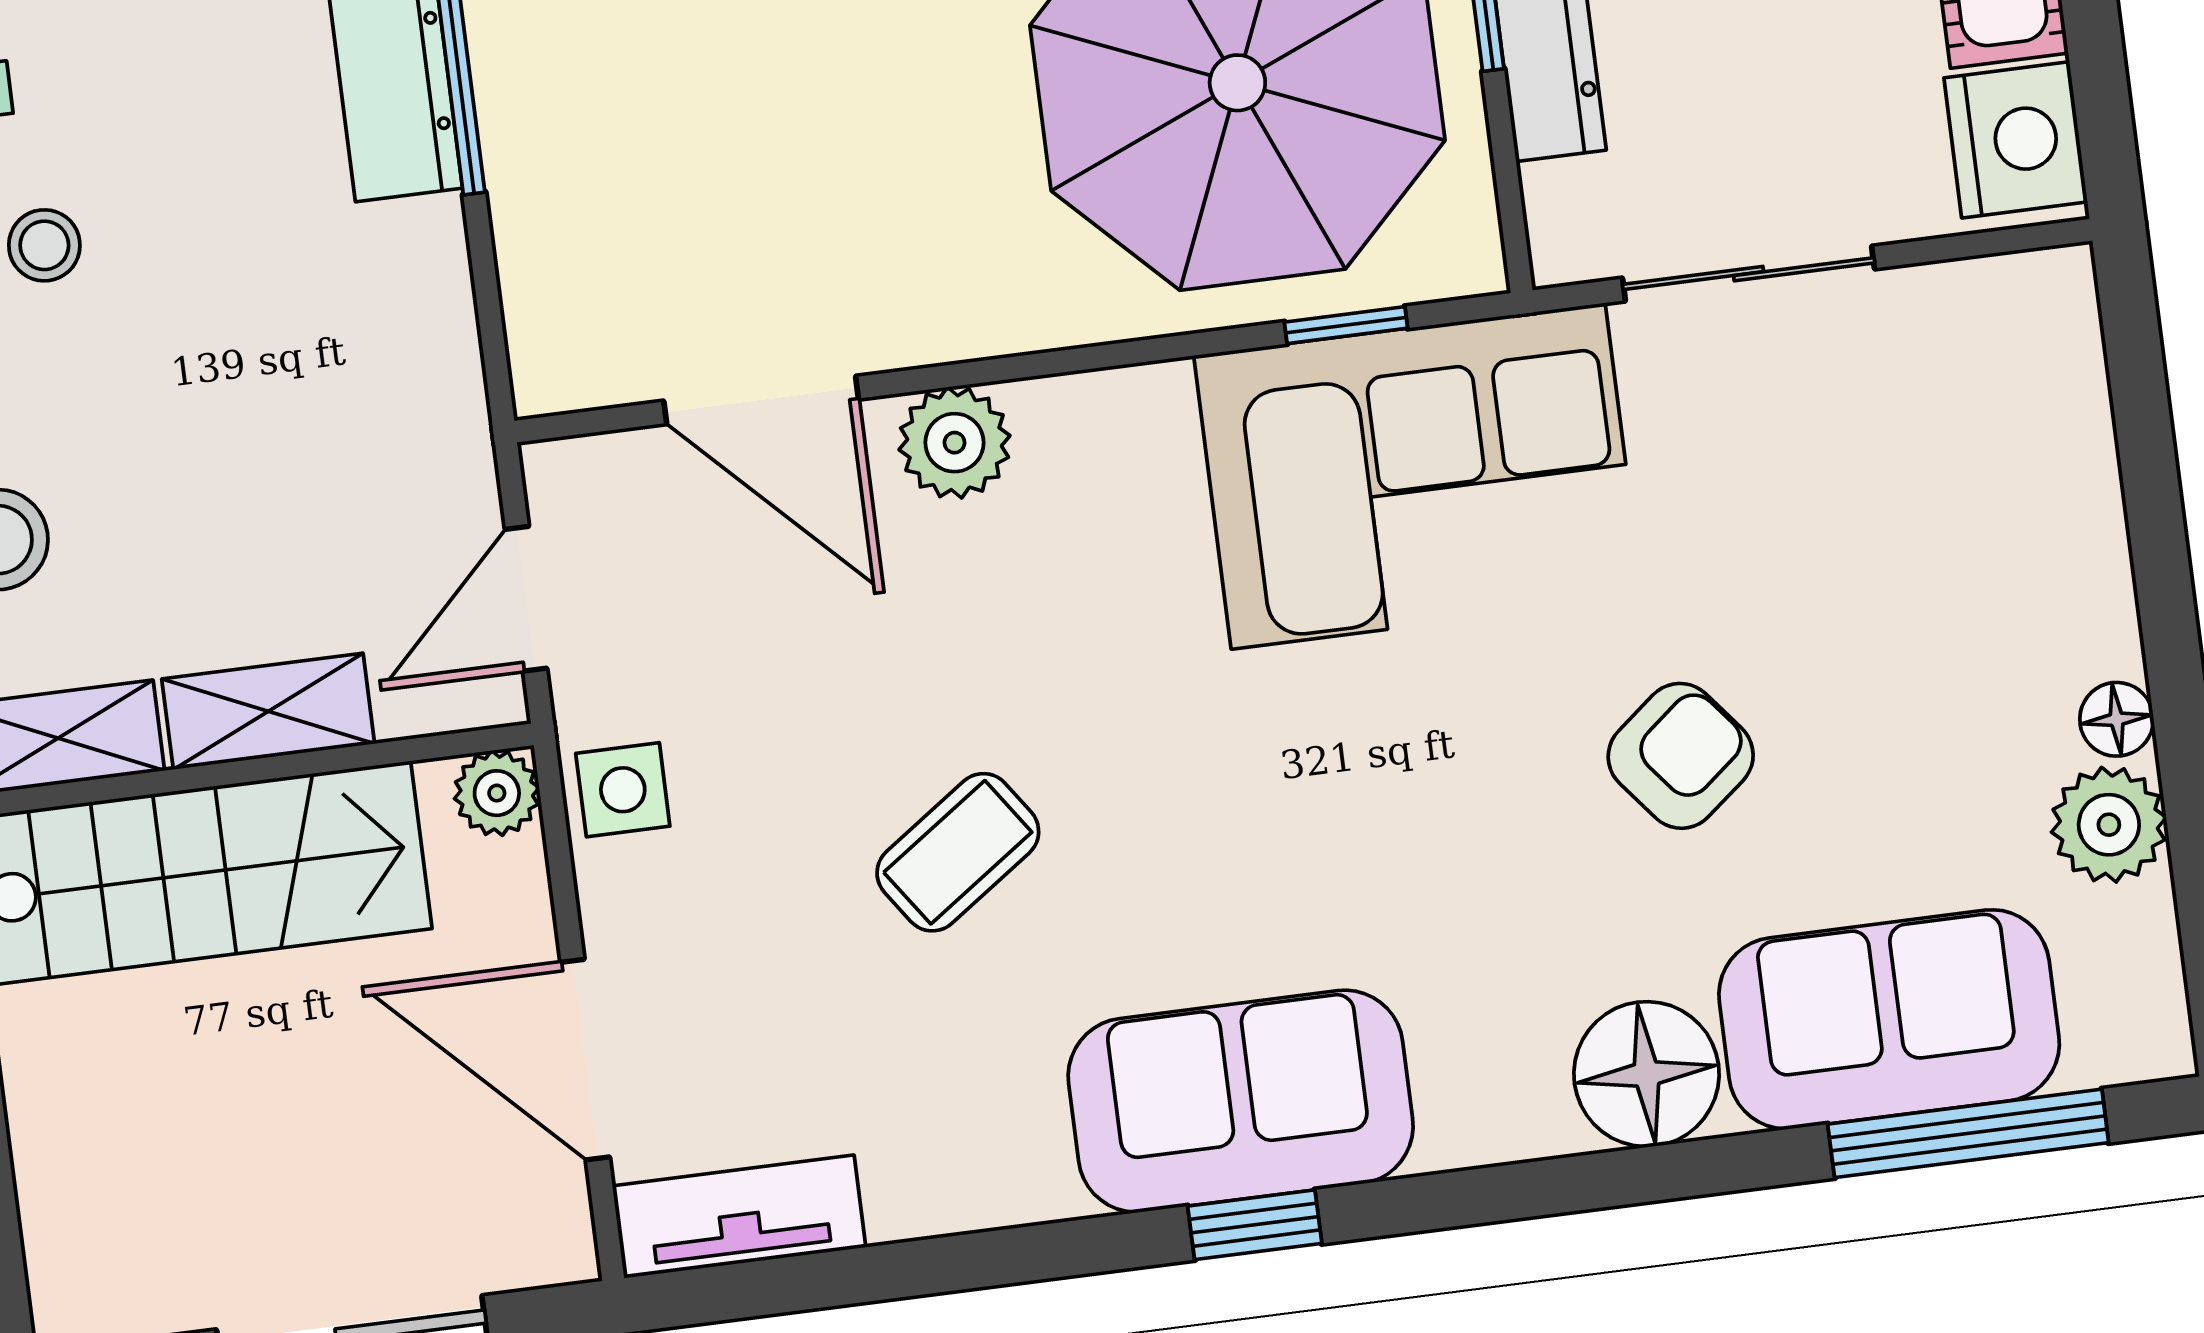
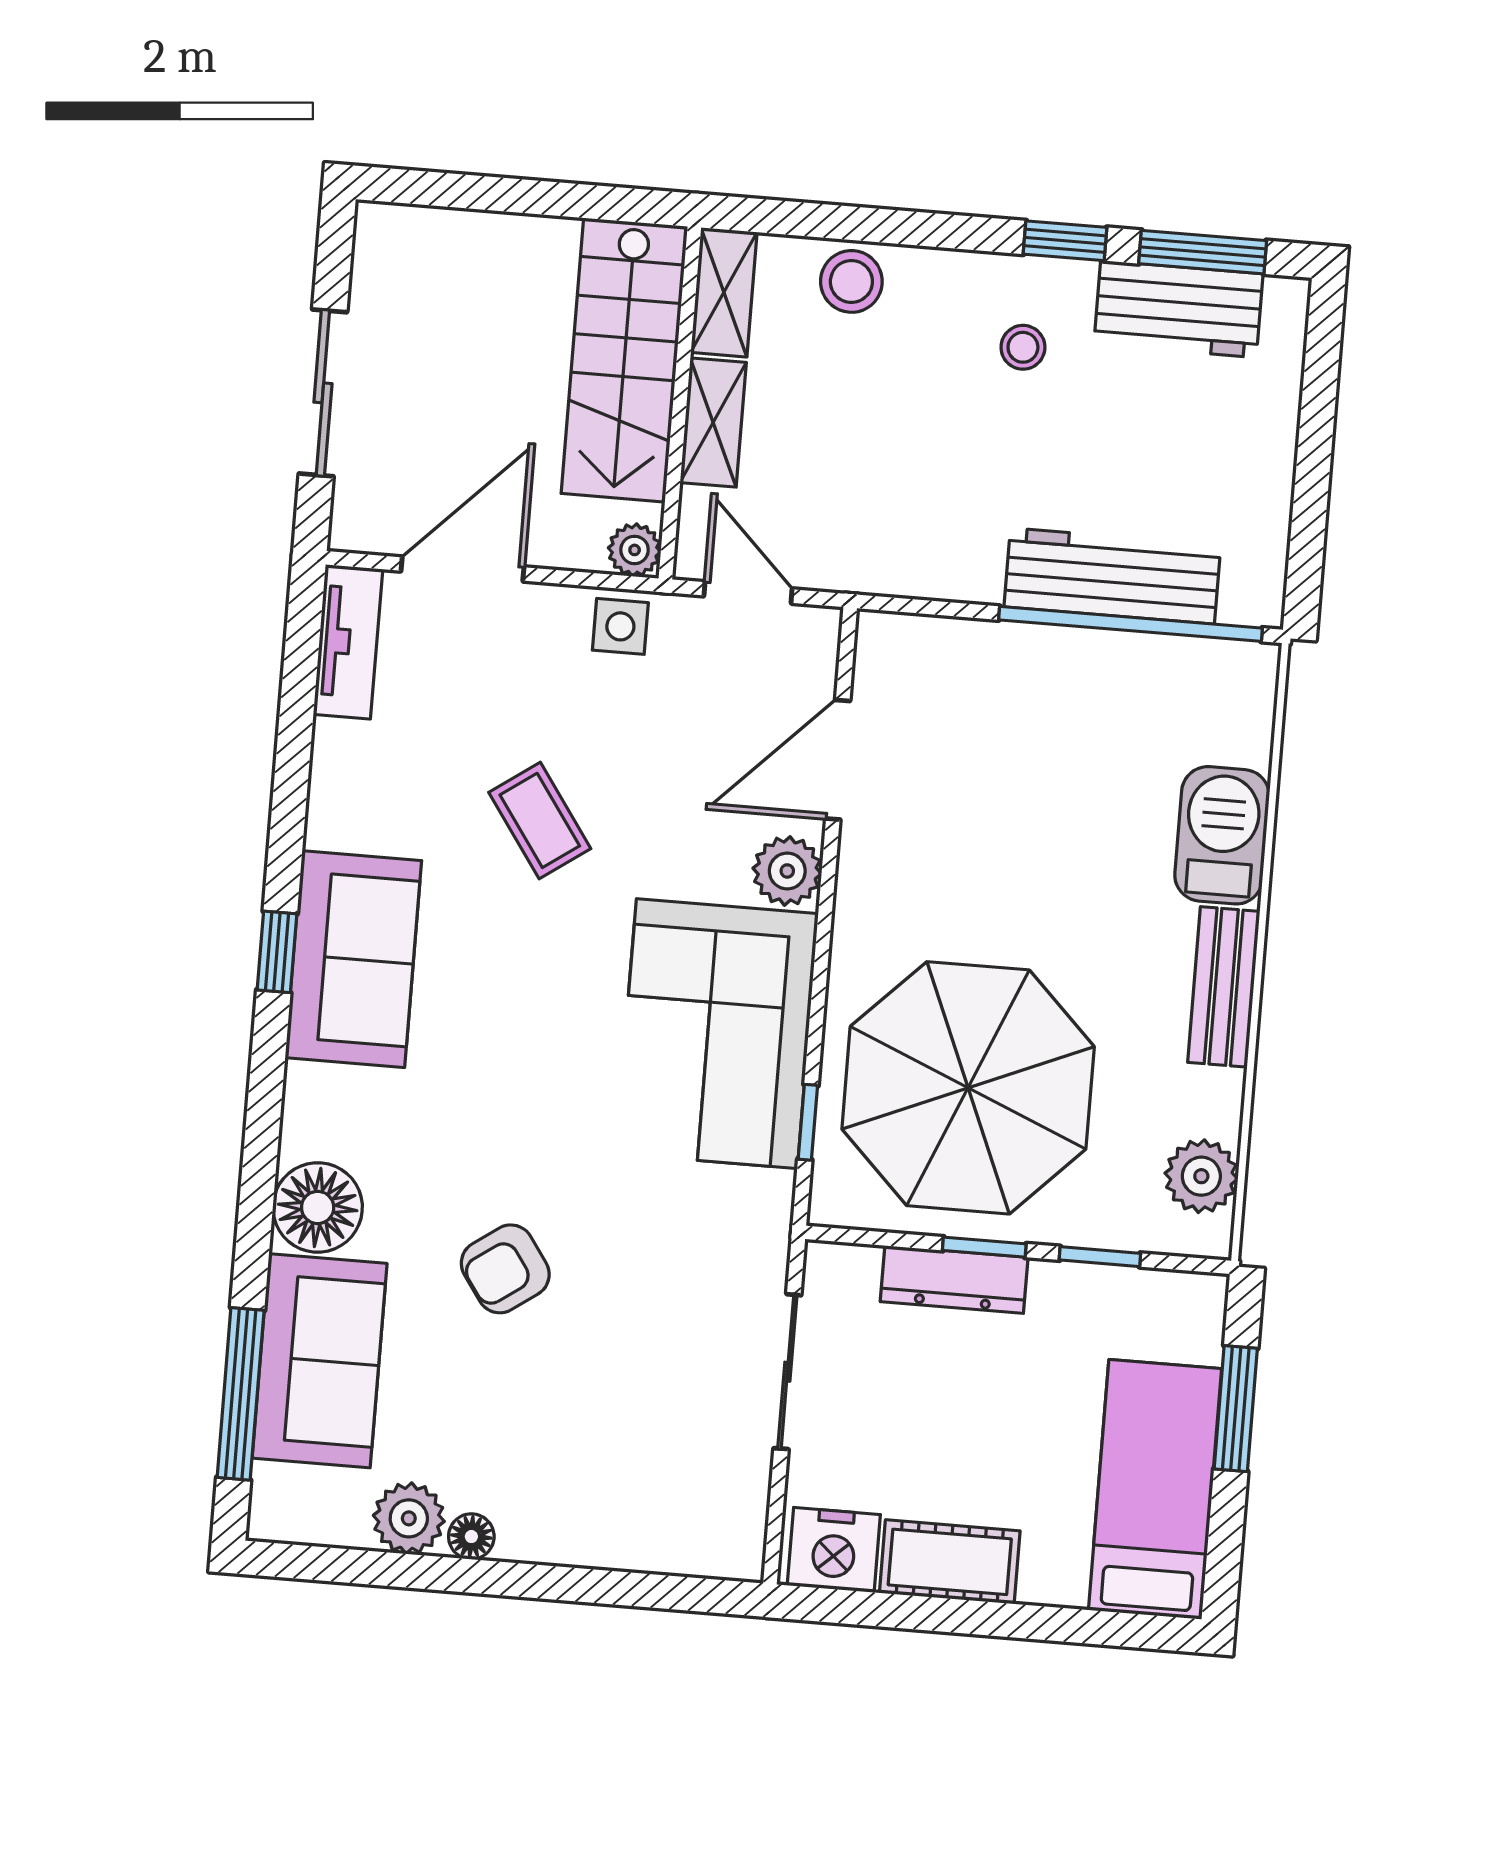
corner sofa: (1418, 476) -> (717, 1034), moved
armchair: (1681, 756) -> (505, 1269), turned 94

